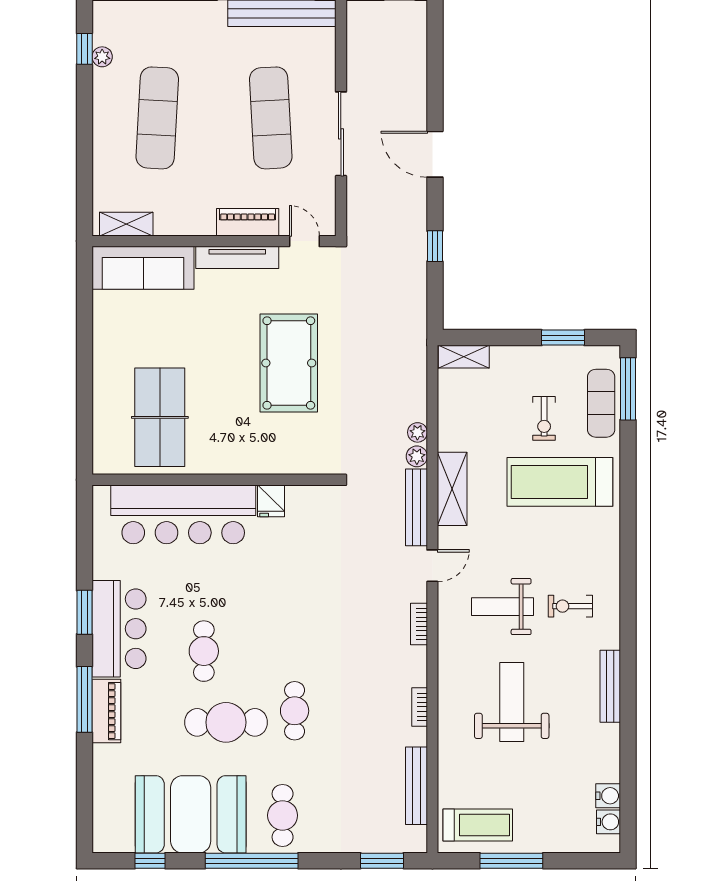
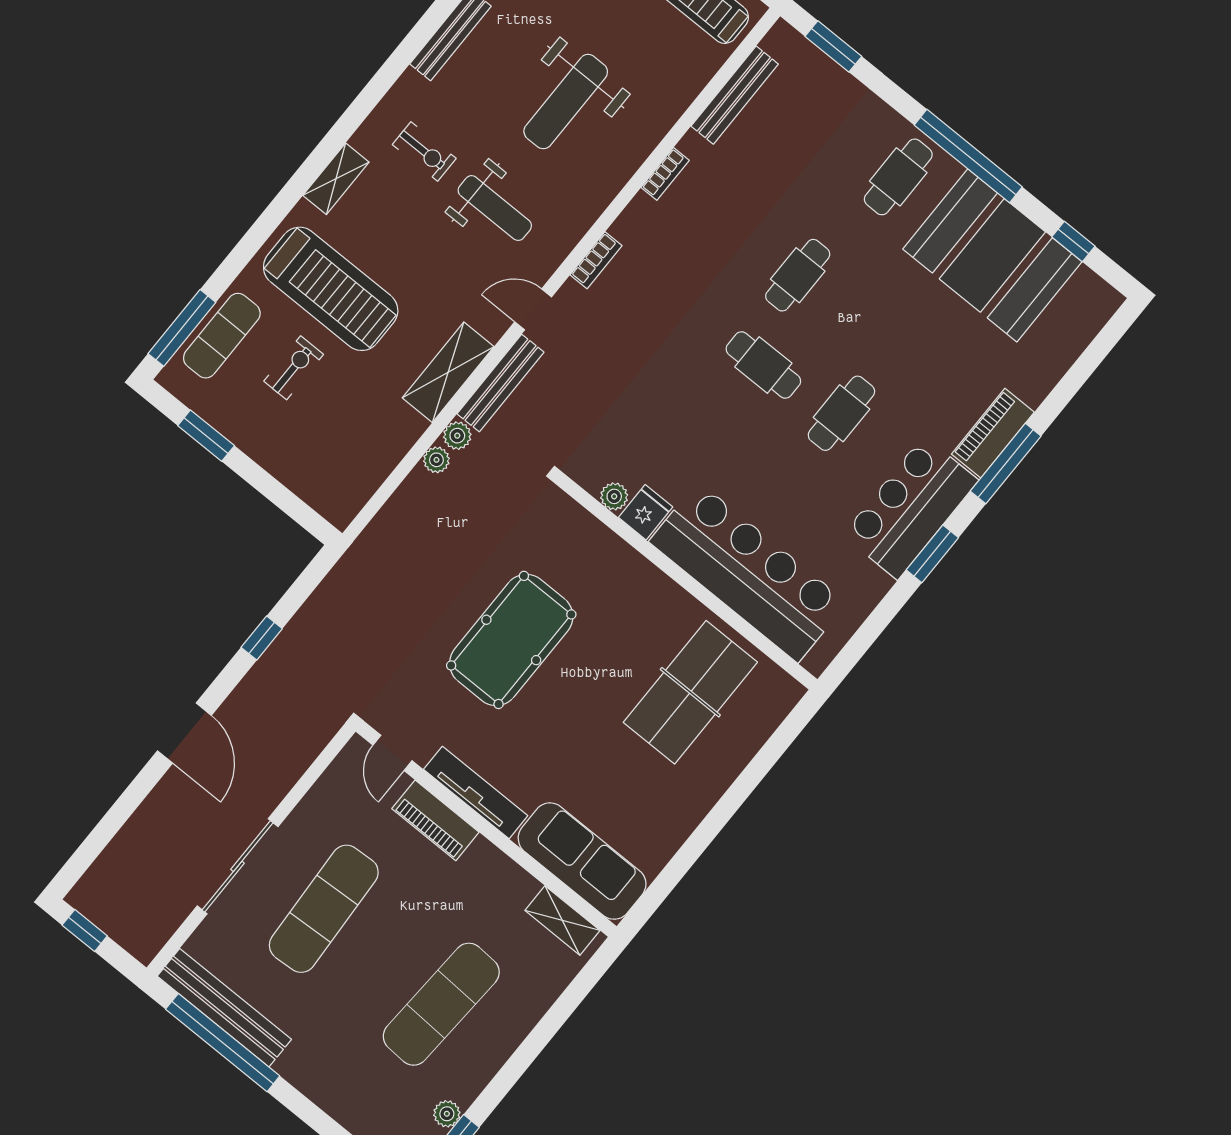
sliding door: (341, 134) -> (238, 866), moved
shelving: (464, 357) -> (336, 179), moved, turned 90
plant: (297, 495) -> (614, 496), added
cafe table: (226, 722) -> (763, 365), moved, width x0.73, depth x0.74

